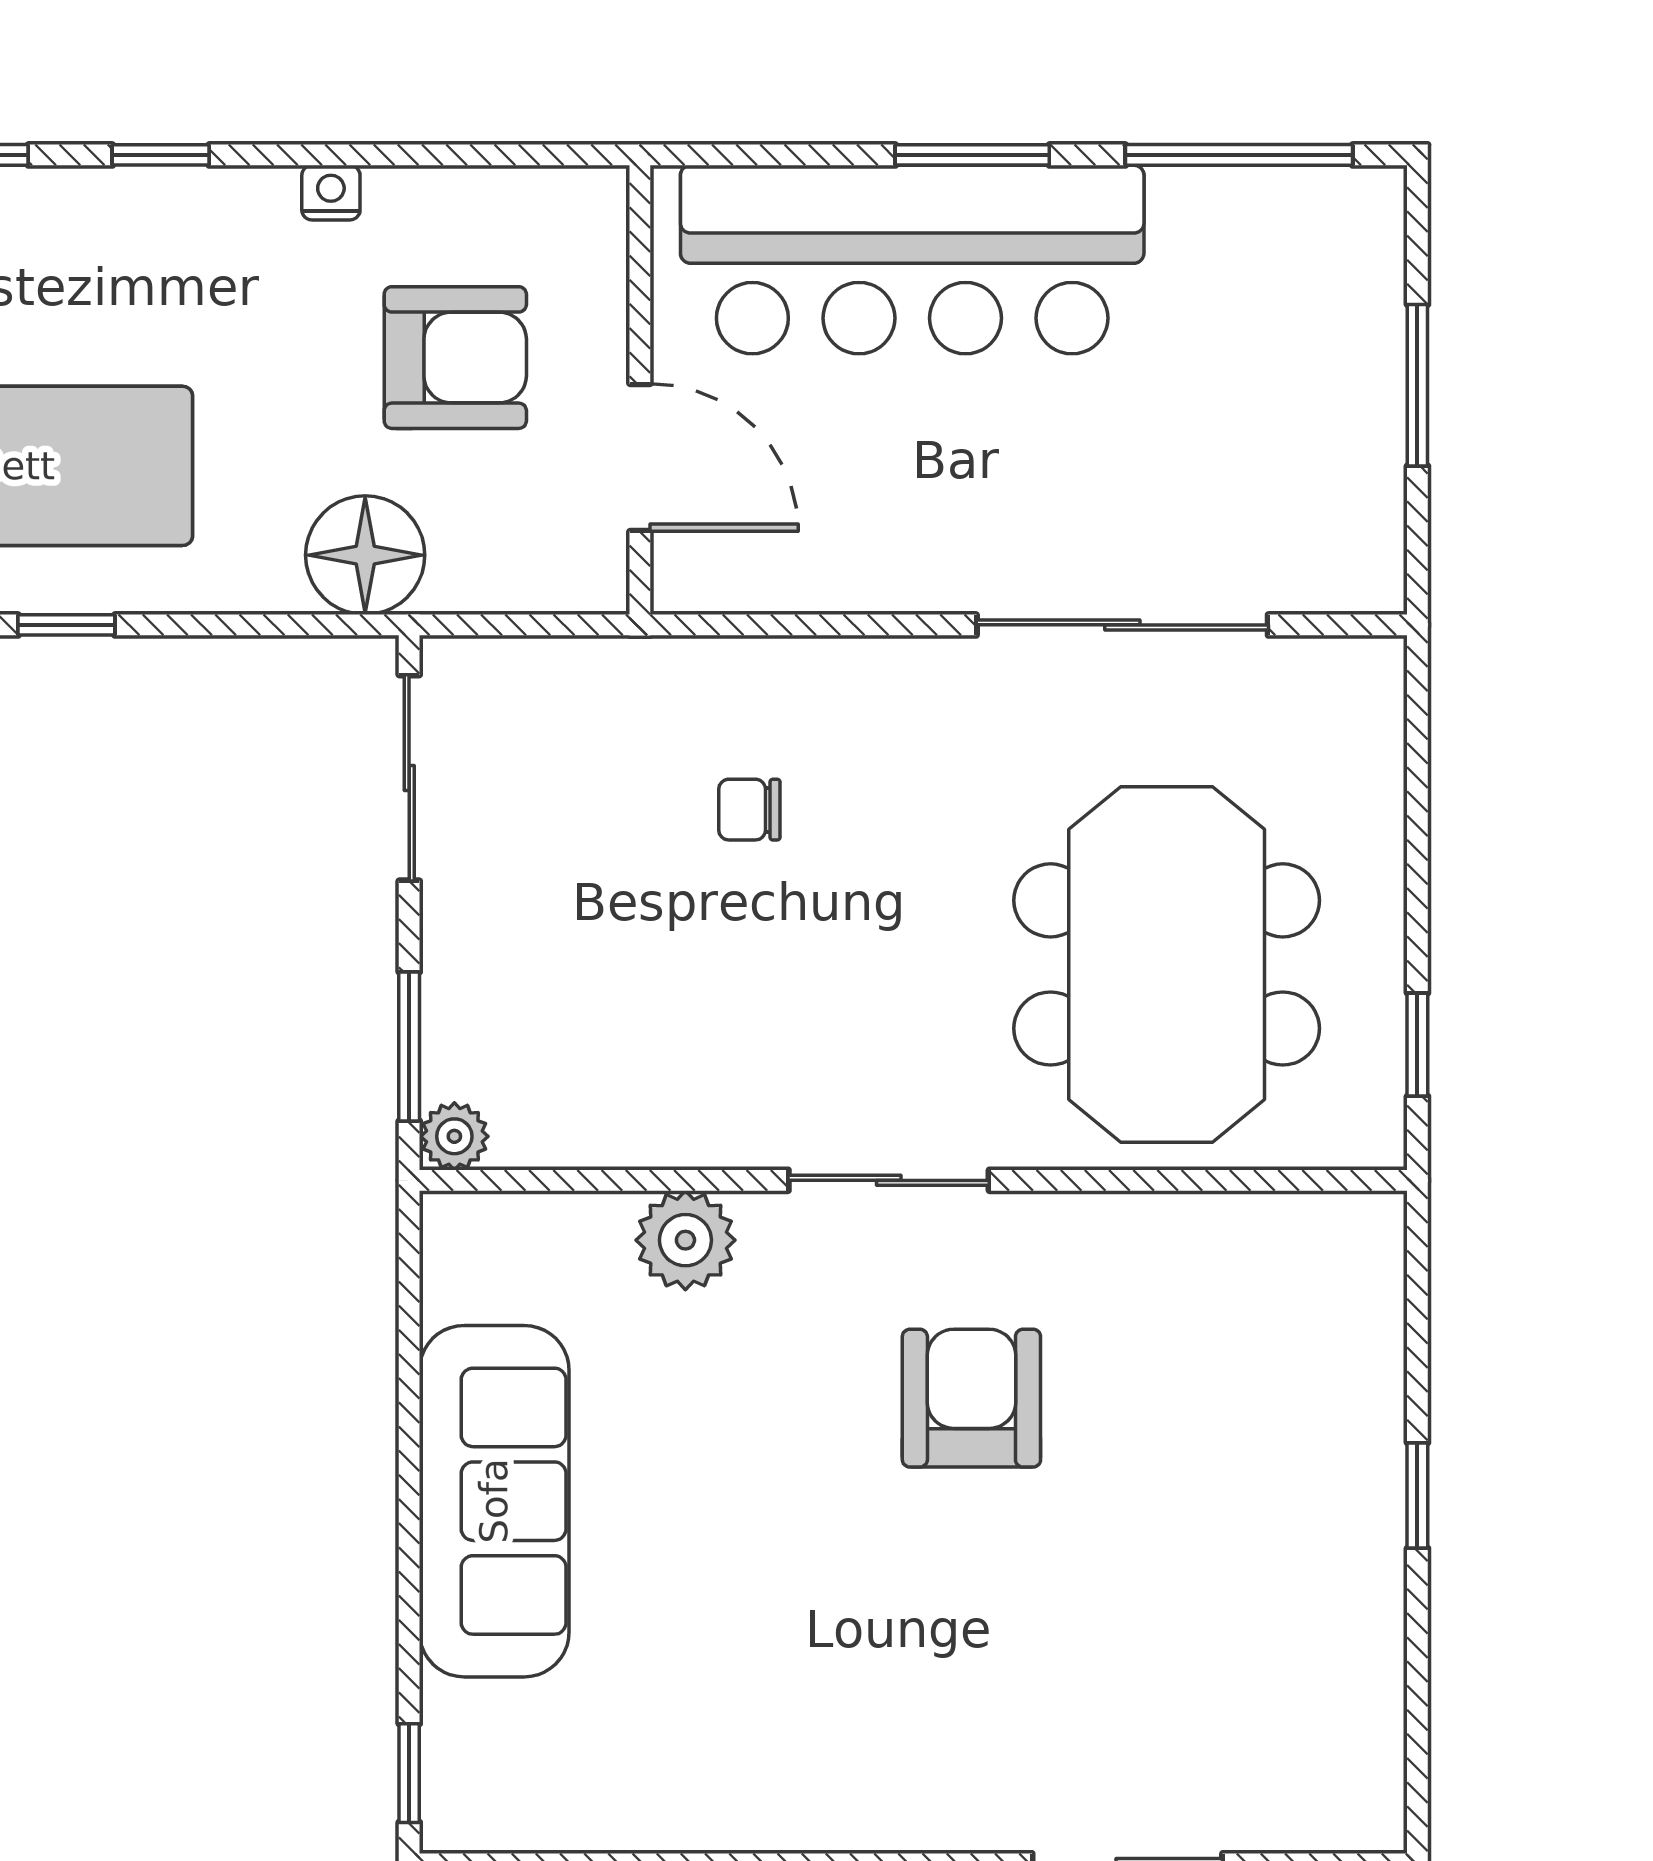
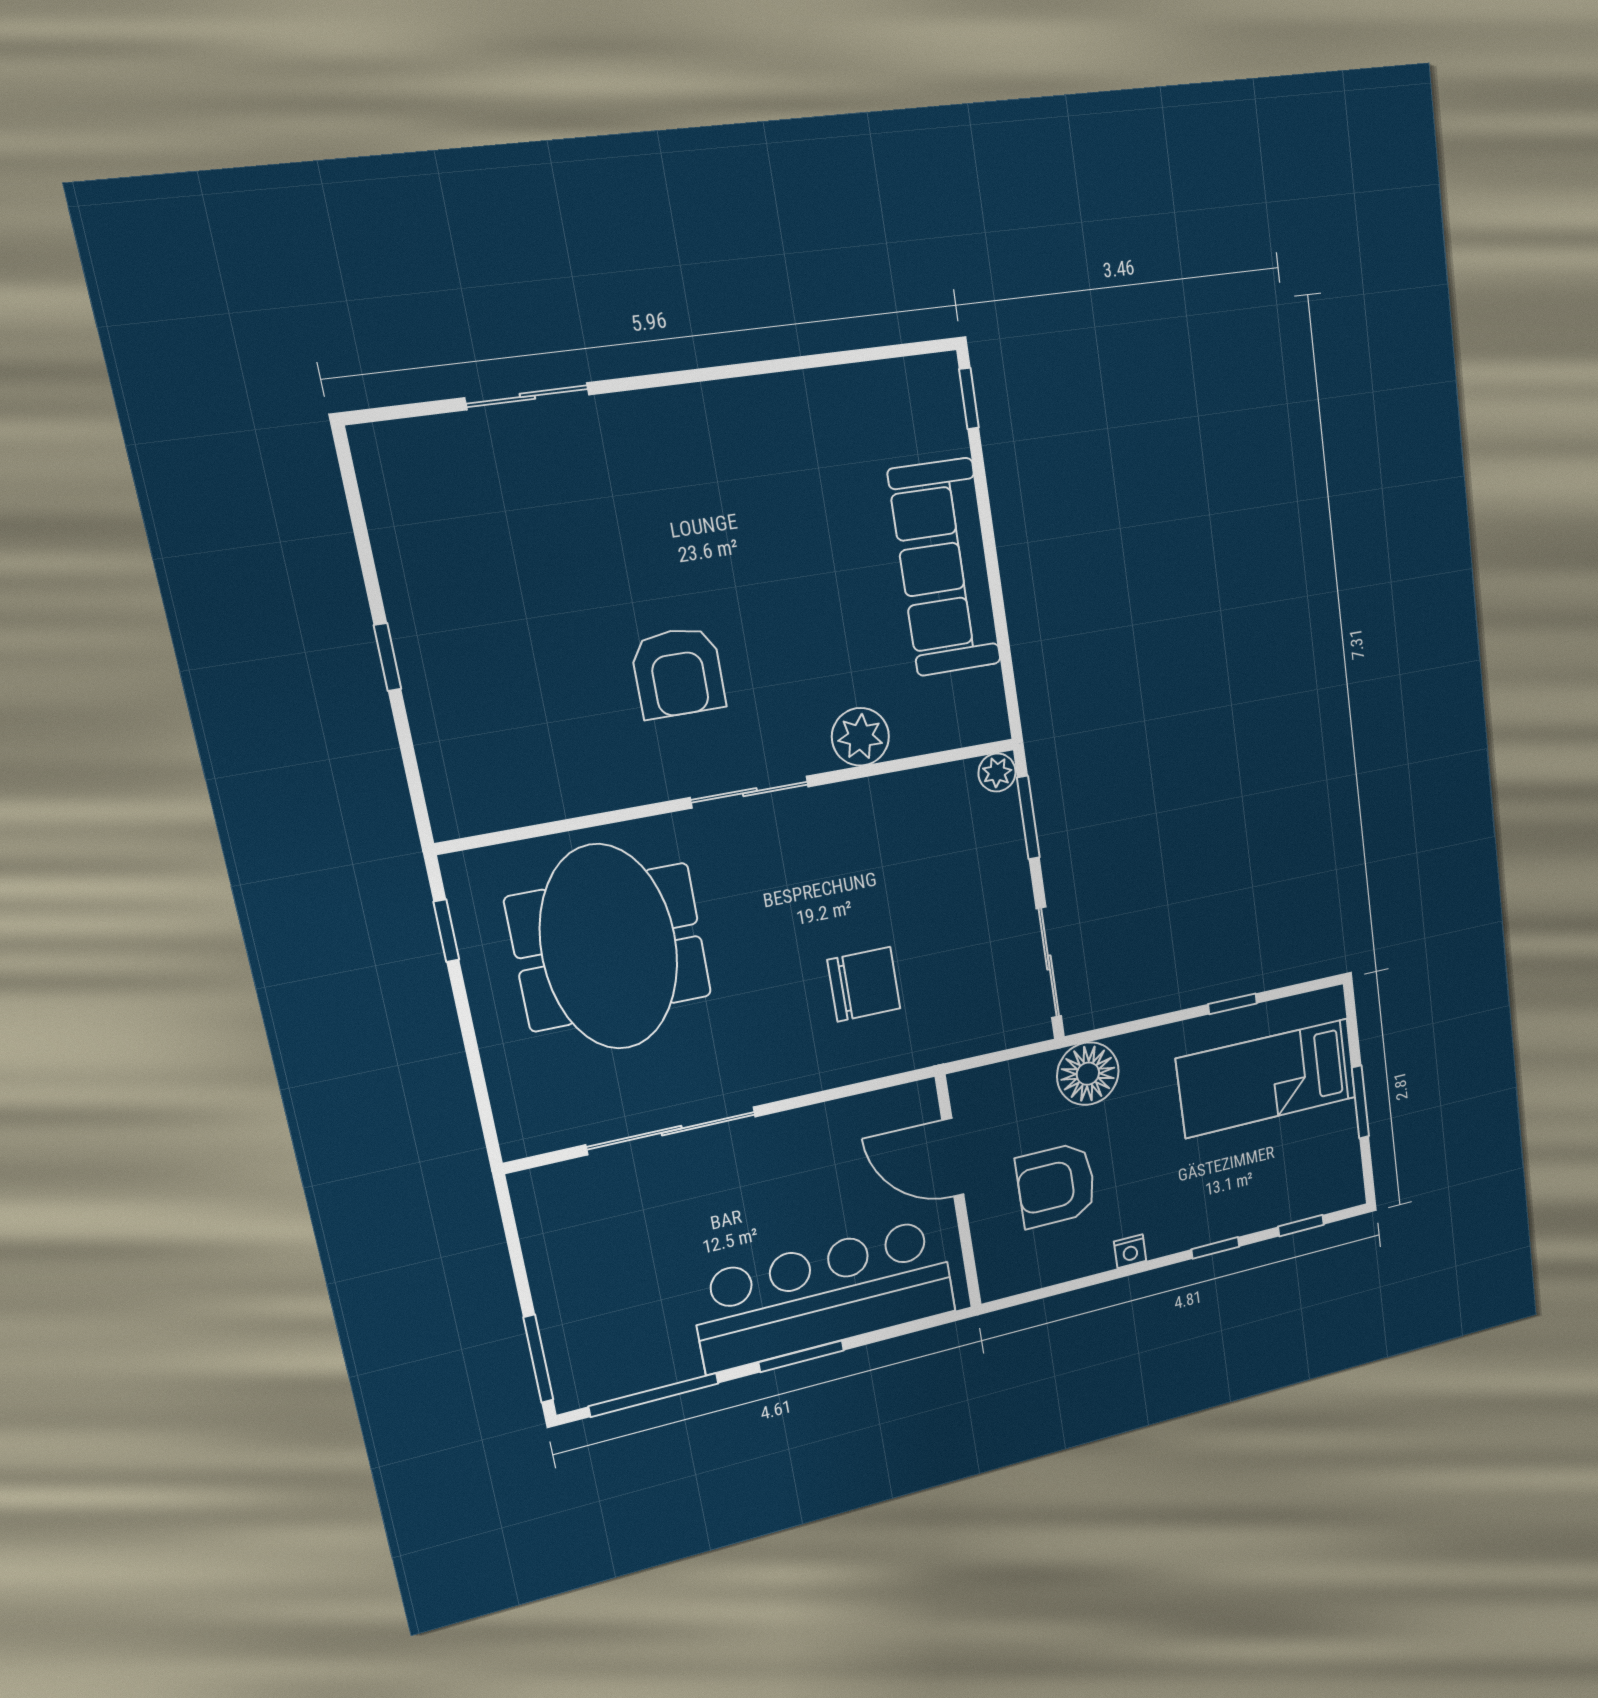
window: (1417, 385) -> (538, 1359), moved
chair: (749, 810) -> (864, 984), width x1.87, depth x1.87

